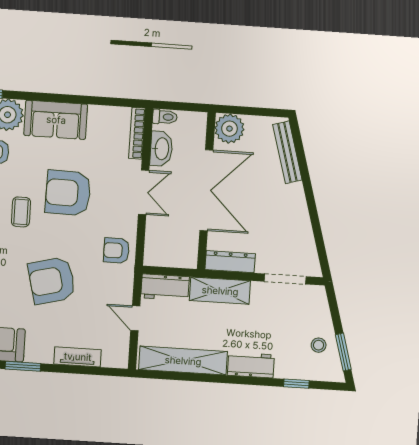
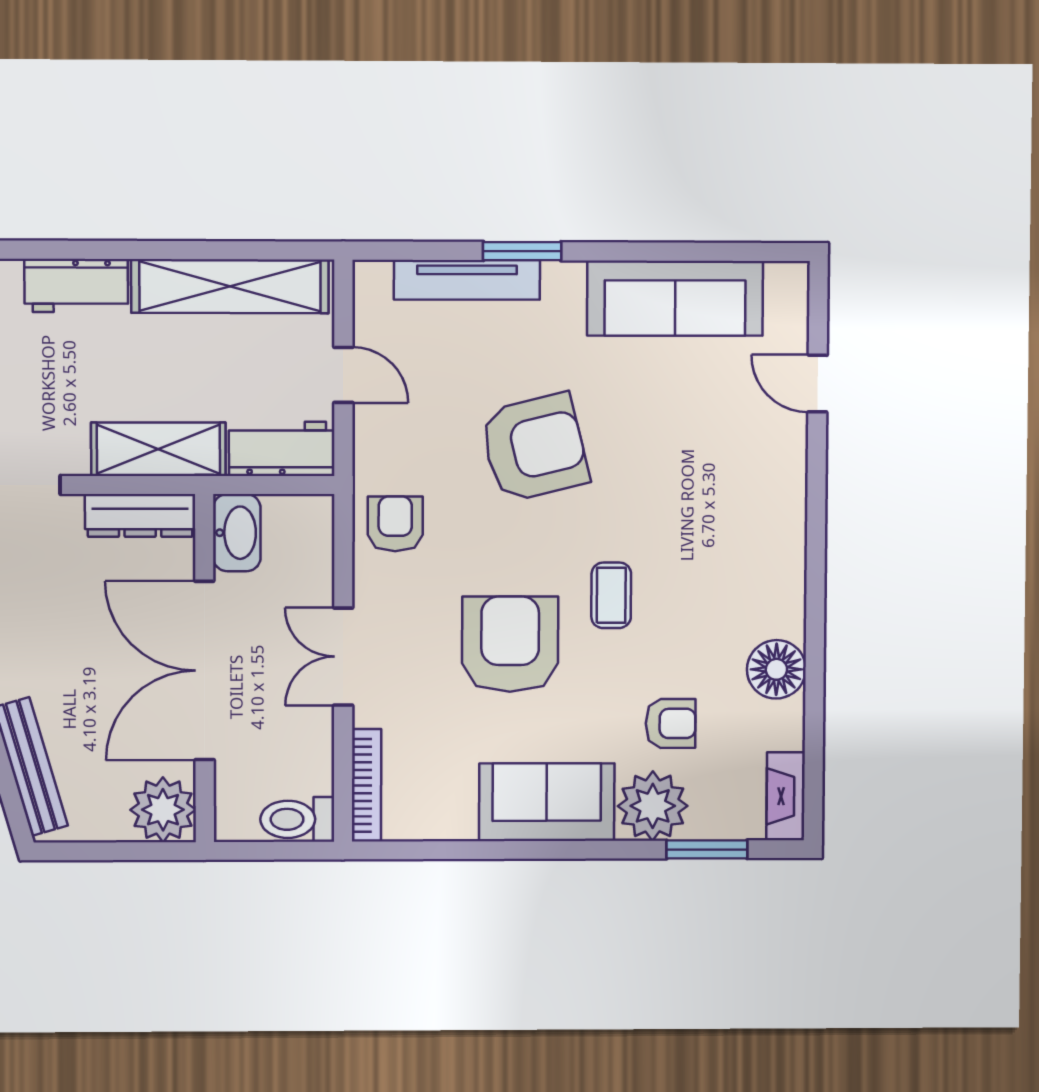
toilet: (165, 117) -> (297, 819), width x1.37, depth x1.39
washbasin: (161, 149) -> (237, 533), moved, turned 180
armchair: (68, 193) -> (510, 644), turned -91
armchair: (116, 250) -> (395, 524), turned -90
tv unit: (78, 357) -> (467, 280), width x1.41
window: (23, 366) -> (522, 251), moved

